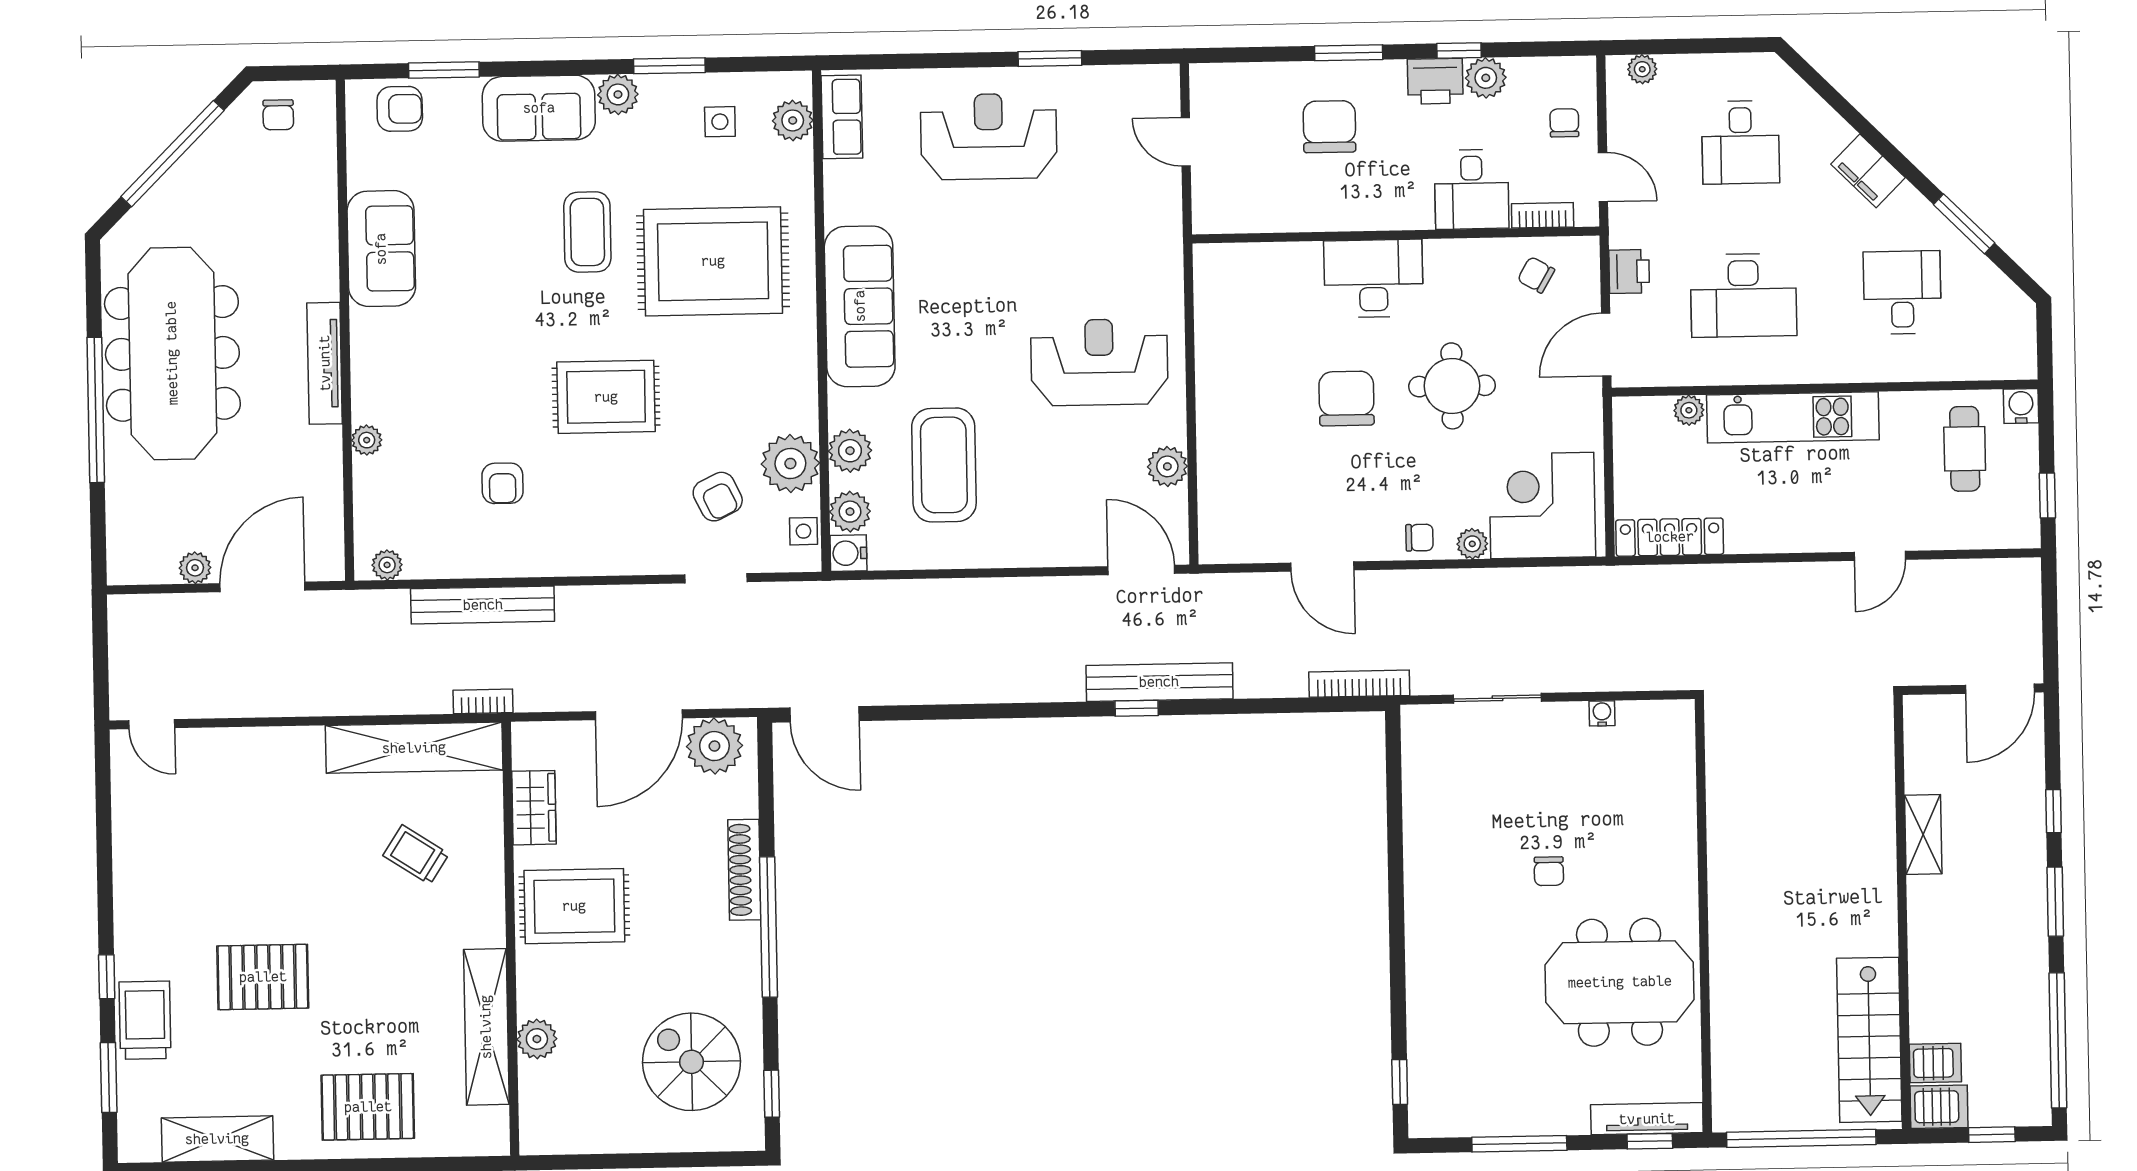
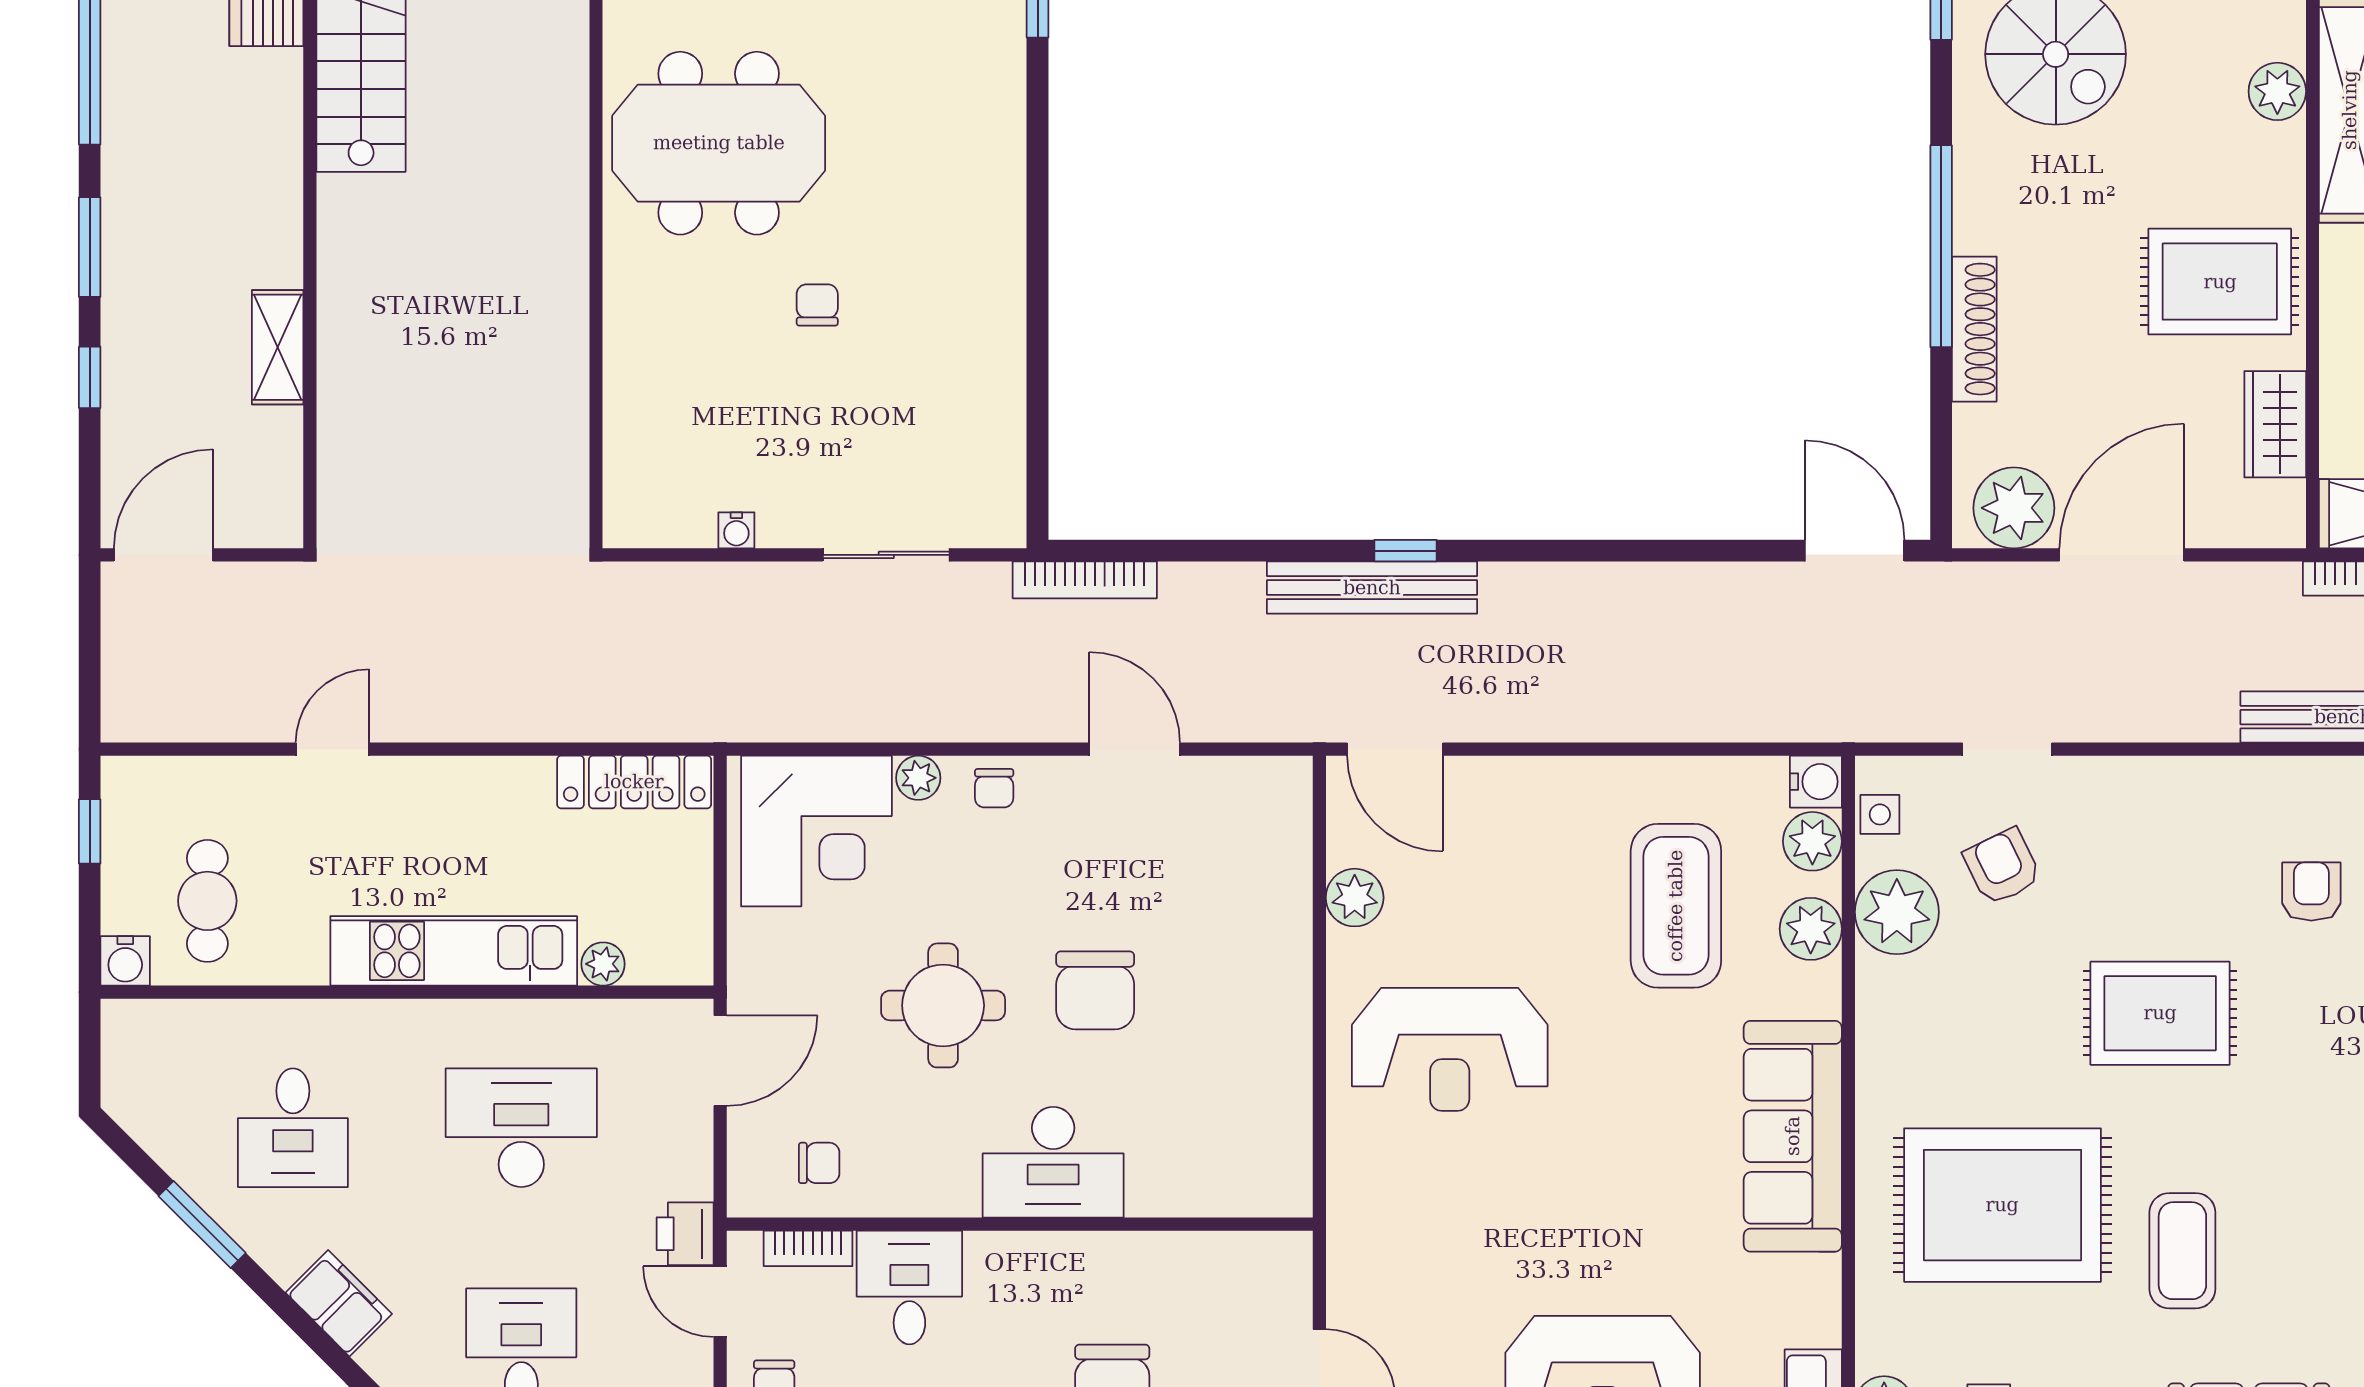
printer: (1629, 272) -> (685, 1234), moved
chair: (1536, 275) -> (819, 1163), turned -30
chair: (1419, 538) -> (994, 788), turned -90

